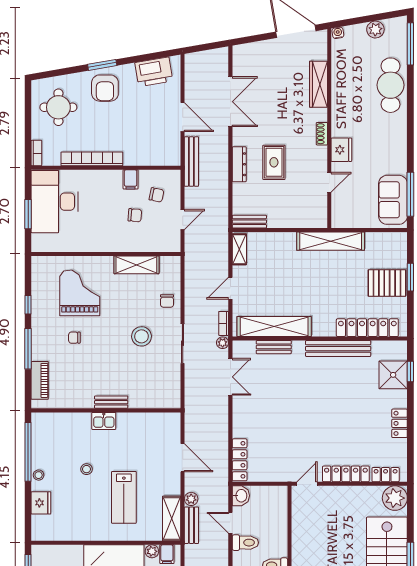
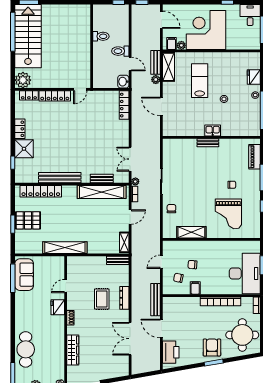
printer: (154, 72) -> (171, 352), moved, turned 100
round table: (58, 107) -> (242, 335), width x1.36, depth x1.36
stool: (142, 336) -> (188, 186), removed
shower: (393, 375) -> (24, 149), moved

